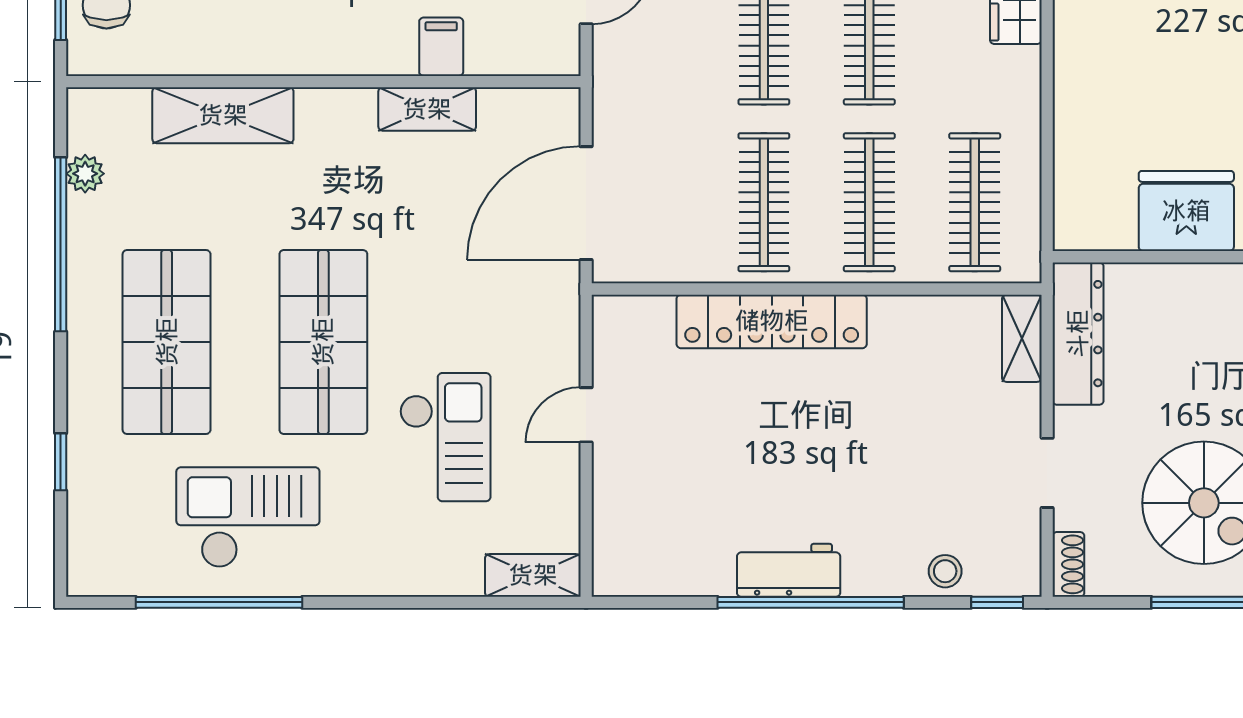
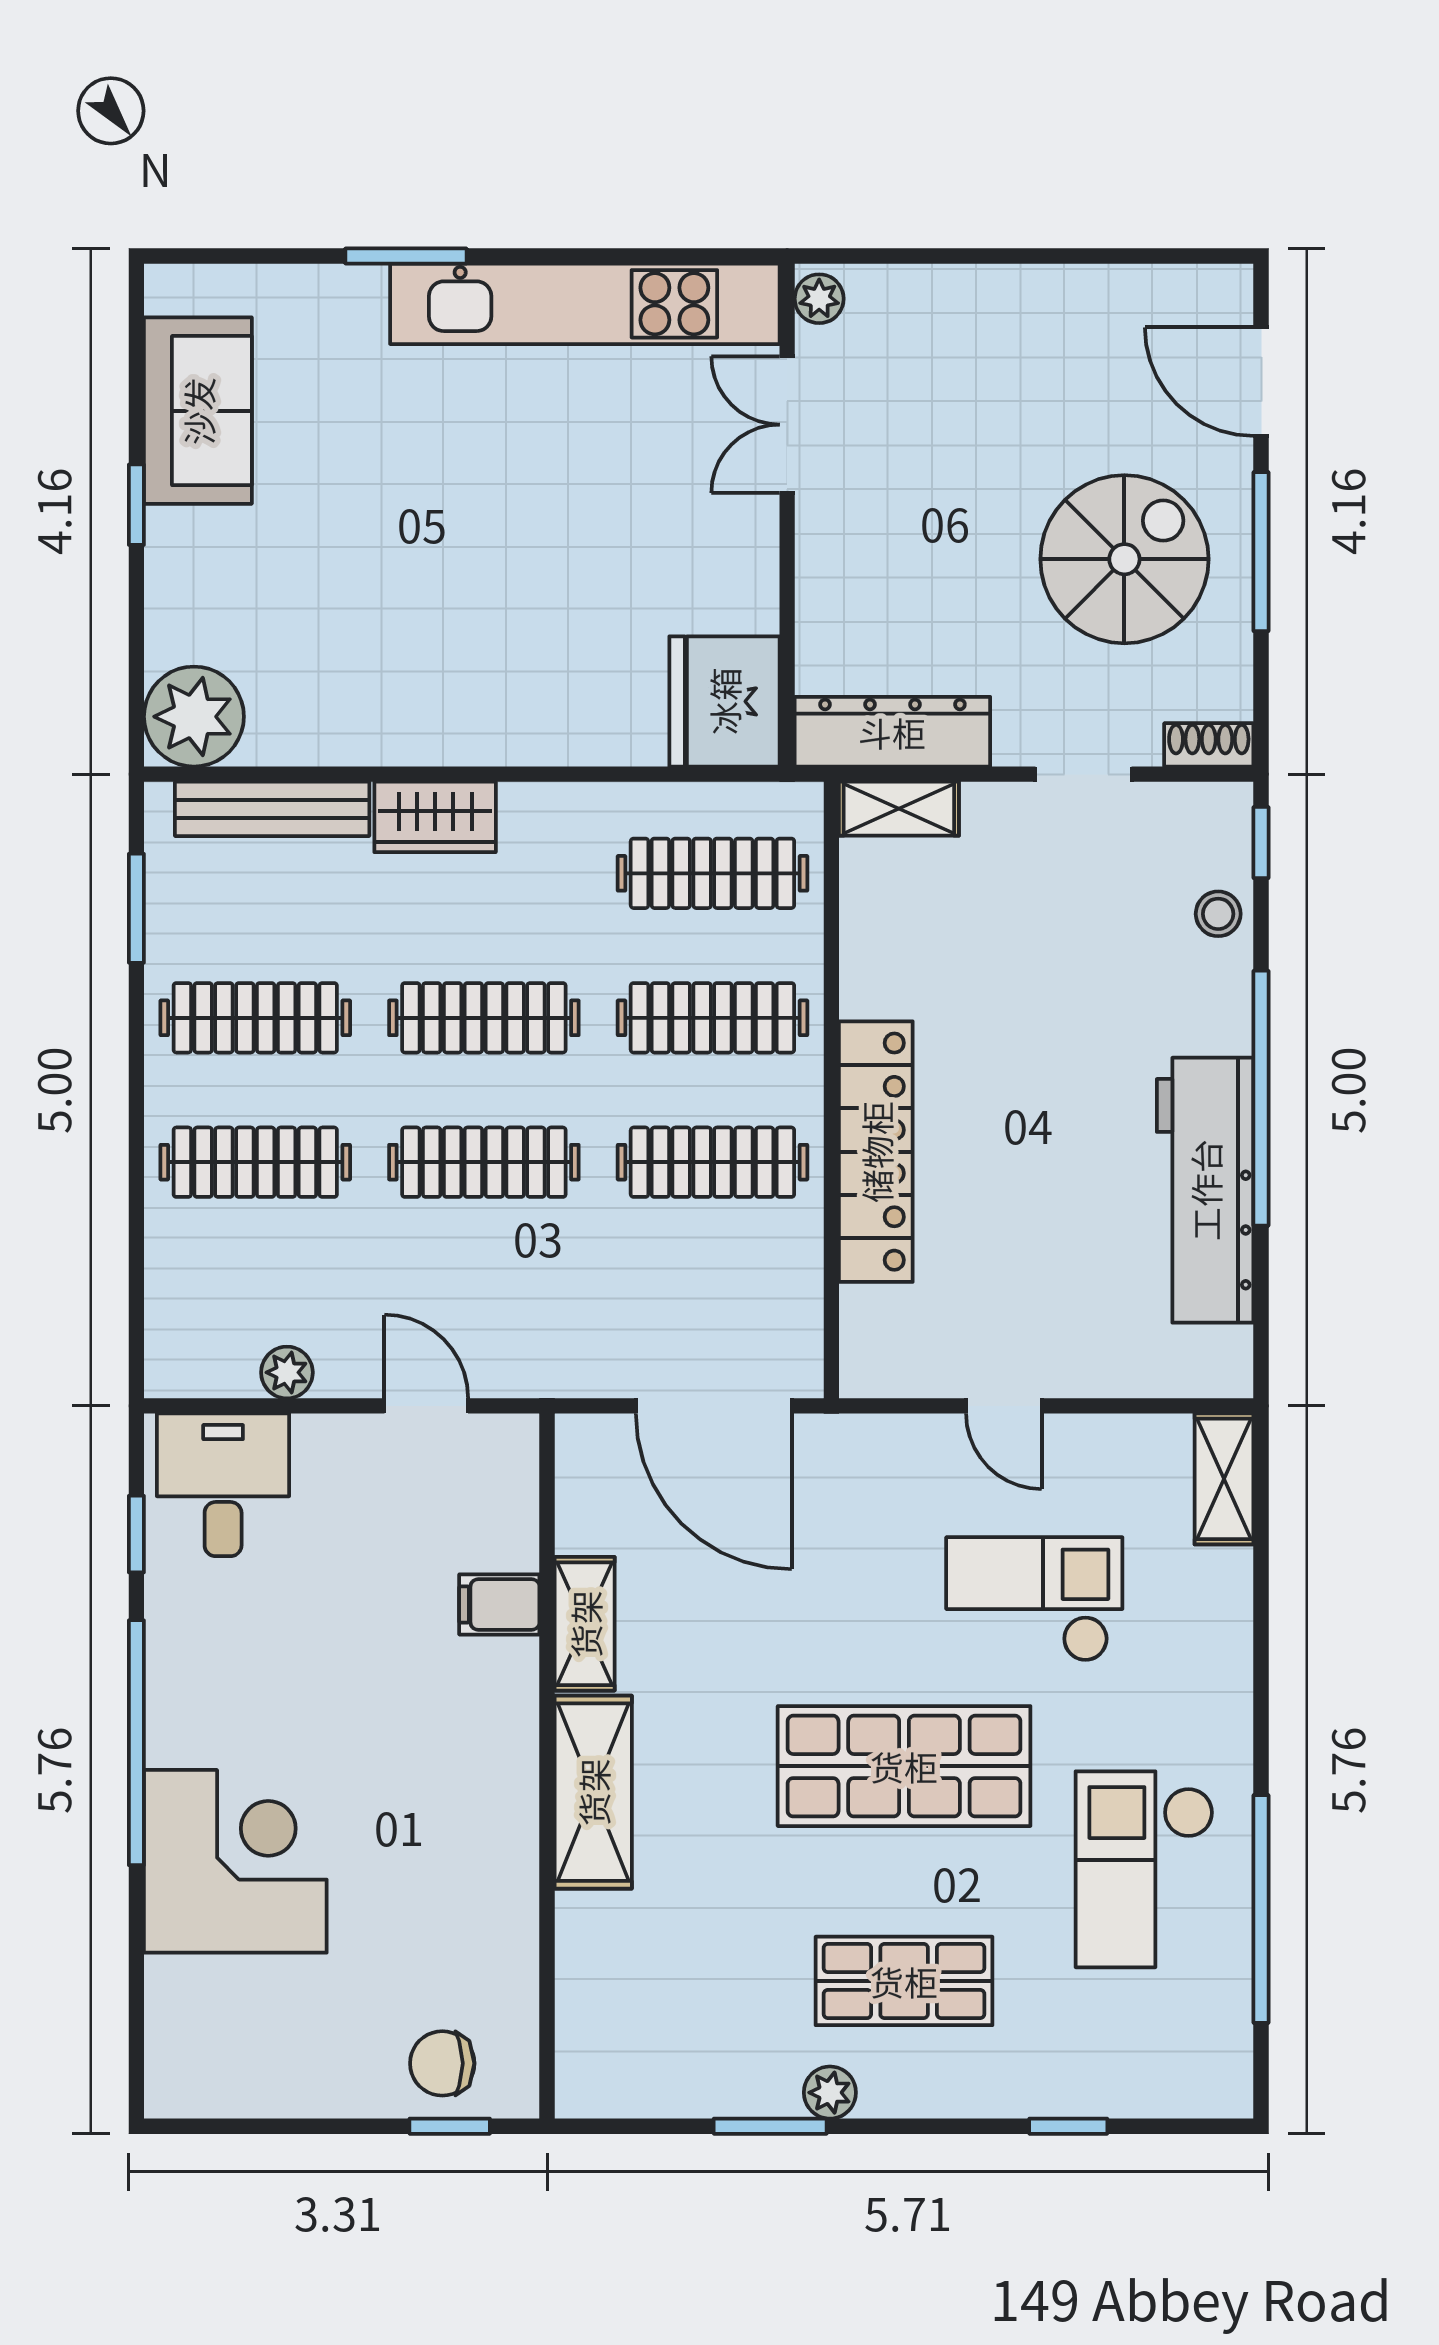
shelving: (223, 115) -> (593, 1792), moved
plant: (85, 174) -> (830, 2093), moved
fridge: (1186, 211) -> (724, 701), moved
window: (61, 244) -> (770, 2126), width x0.47
shop shelf: (167, 342) -> (904, 1981), width x0.70, depth x0.74
workbench: (789, 570) -> (1205, 1190), width x1.88, depth x1.32

